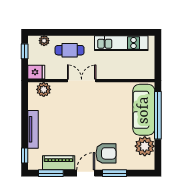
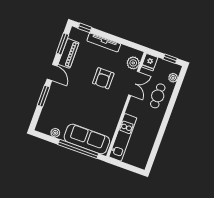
kitchen unit: (121, 43) -> (123, 137), moved, turned 180
double door: (82, 81) -> (134, 83), moved
plant: (145, 146) -> (55, 133), width x0.53, depth x0.53
armchair: (106, 153) -> (103, 78), moved

